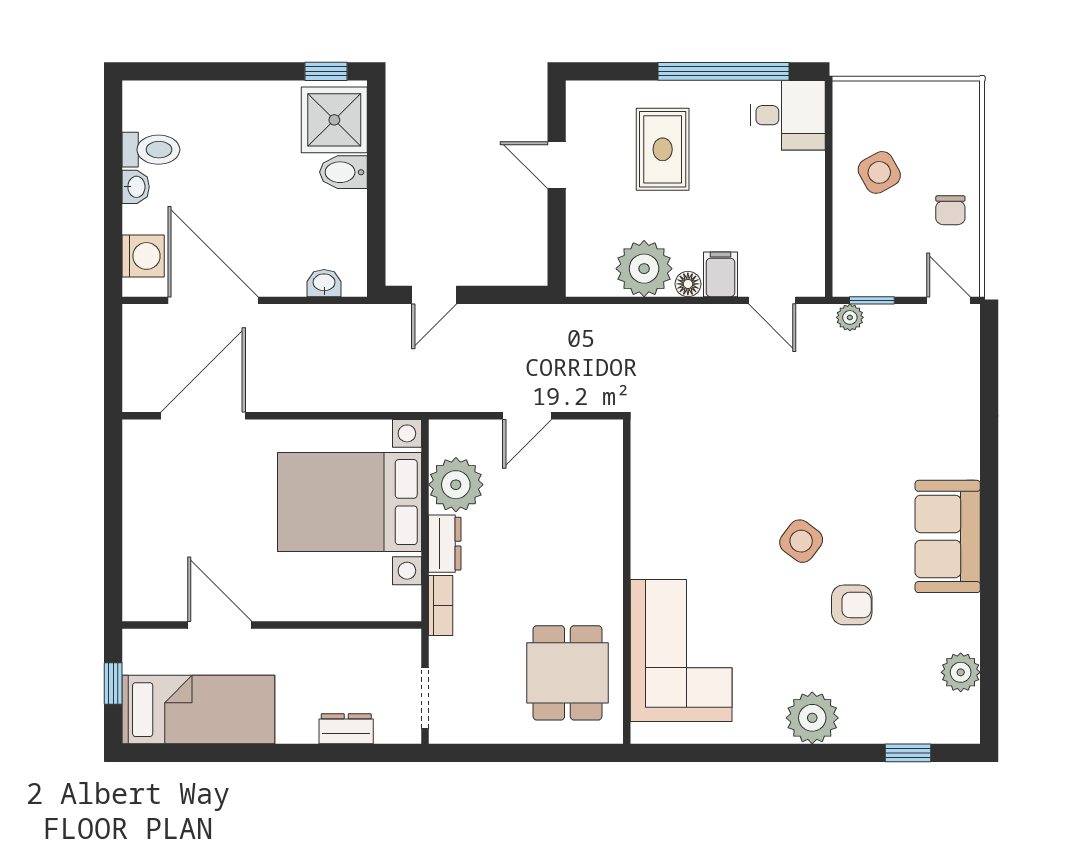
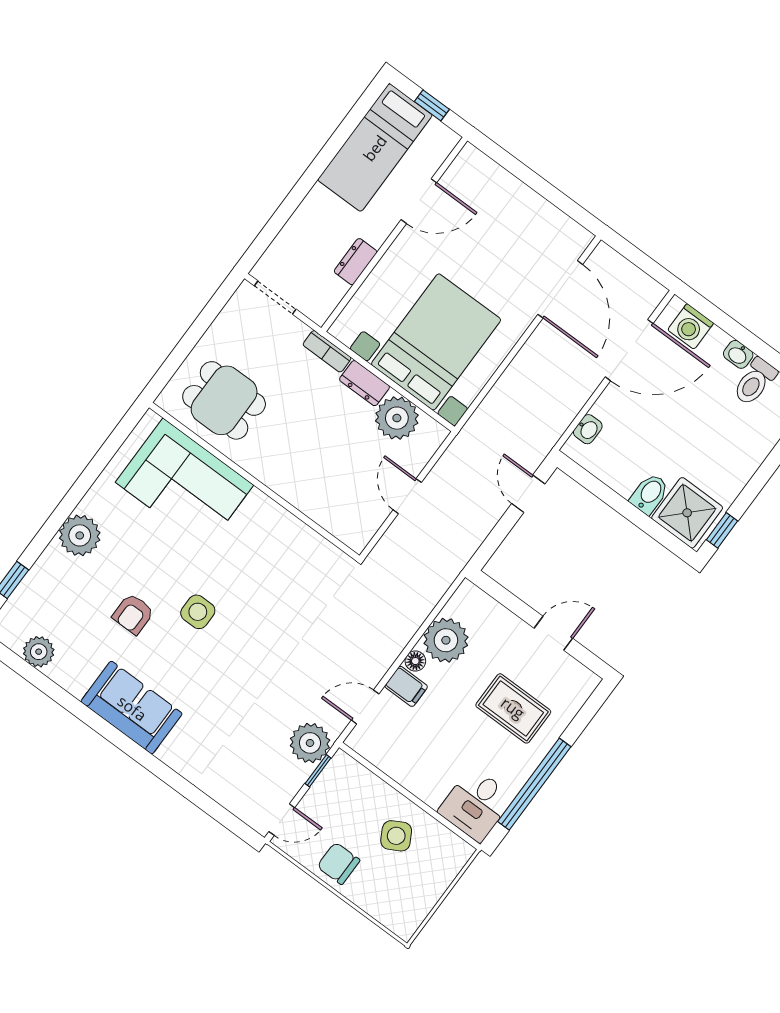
chair: (950, 210) -> (338, 863), width x1.37, depth x1.37
plant: (850, 317) -> (310, 743), width x1.88, depth x1.88
side table: (801, 541) -> (198, 612), turned -37
dresser: (346, 729) -> (356, 262), moved, turned 180

